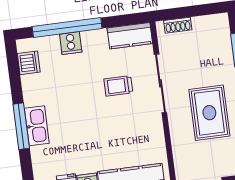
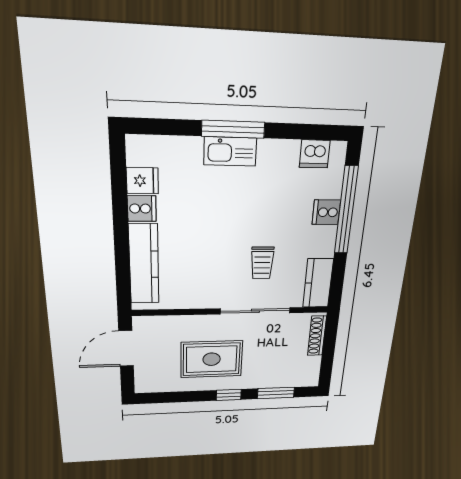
shoe rack: (178, 25) -> (317, 336), width x1.43
trolley: (118, 86) -> (262, 263), turned 180

